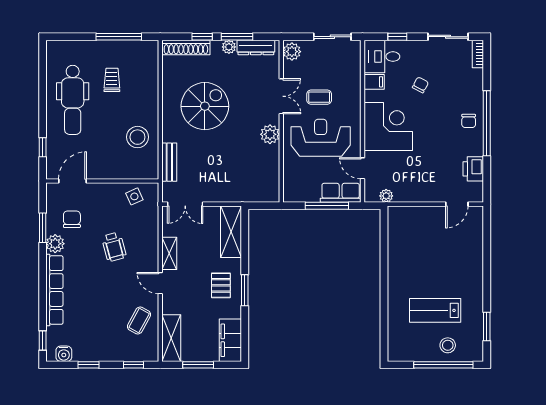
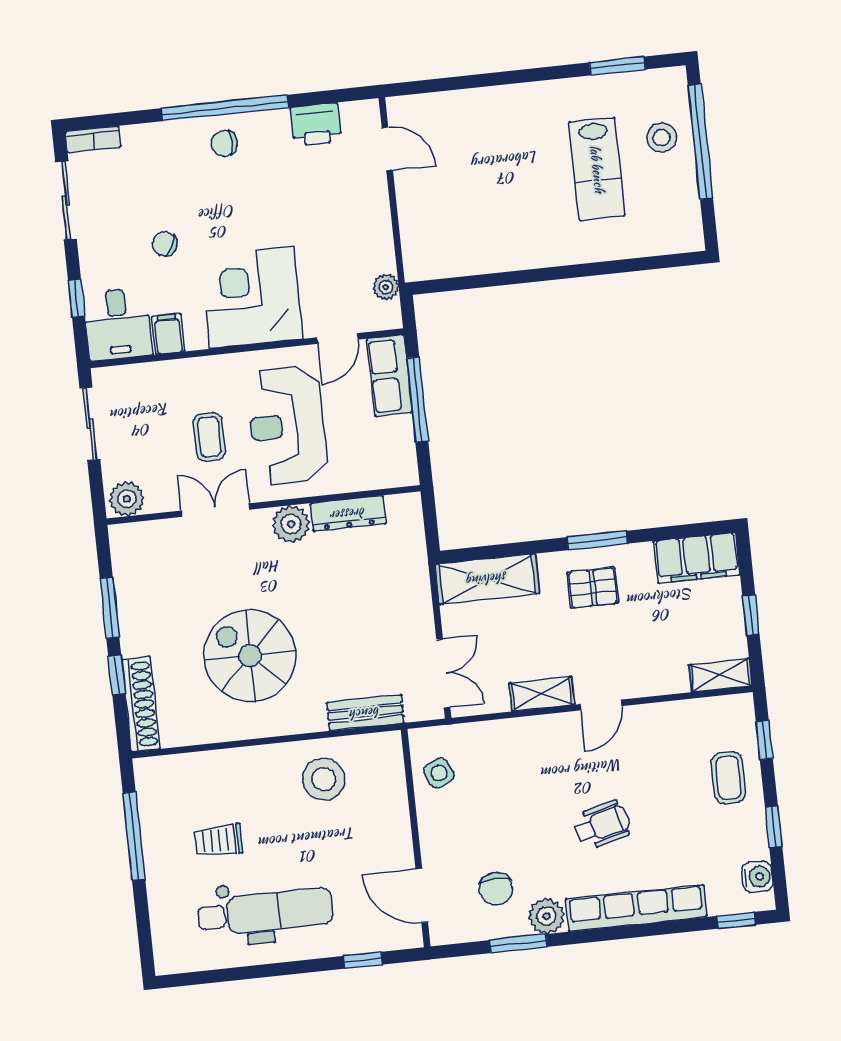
plant: (229, 47) -> (131, 621), removed
dresser: (256, 47) -> (348, 514), moved, turned 90
chair: (469, 121) -> (224, 143), turned 180
chair: (72, 219) -> (496, 889), turned -90
wheelchair: (114, 247) -> (602, 825), moved
coffee table: (139, 320) -> (728, 778), moved, turned 61
shelving: (171, 338) -> (720, 675), width x0.67, depth x0.75
window: (198, 365) -> (751, 615), width x0.67

